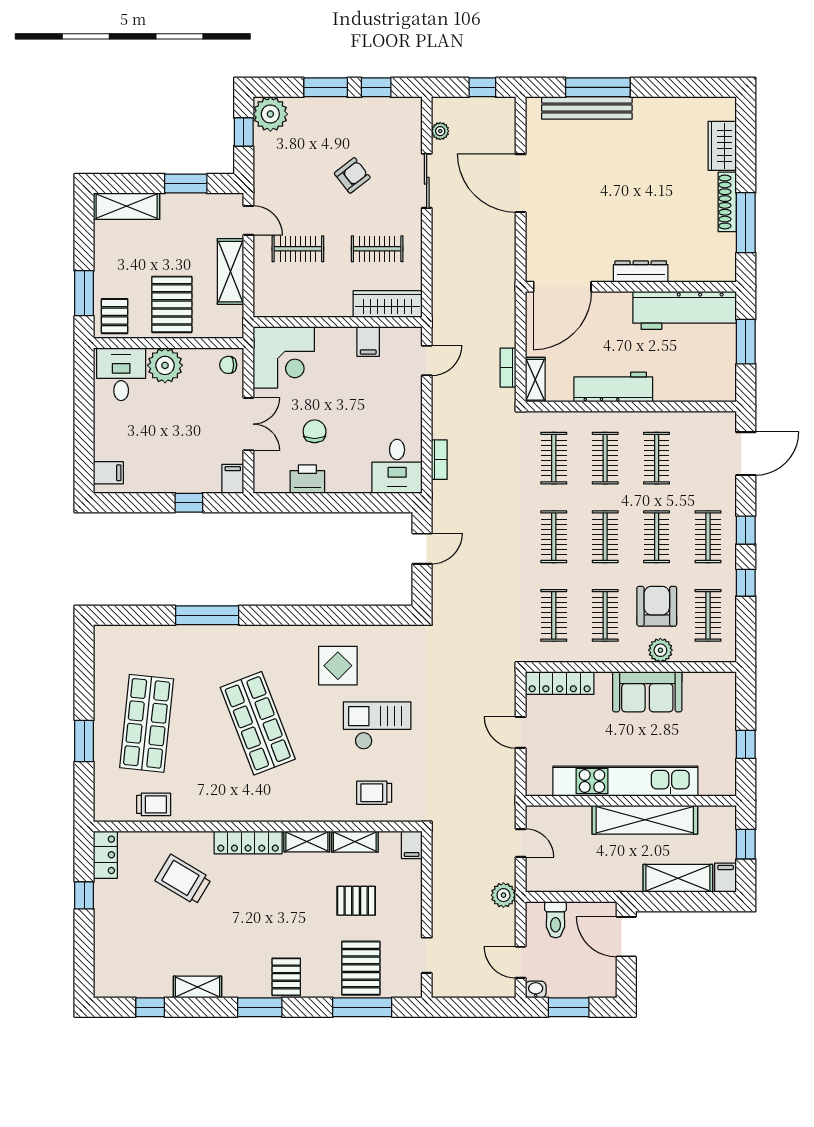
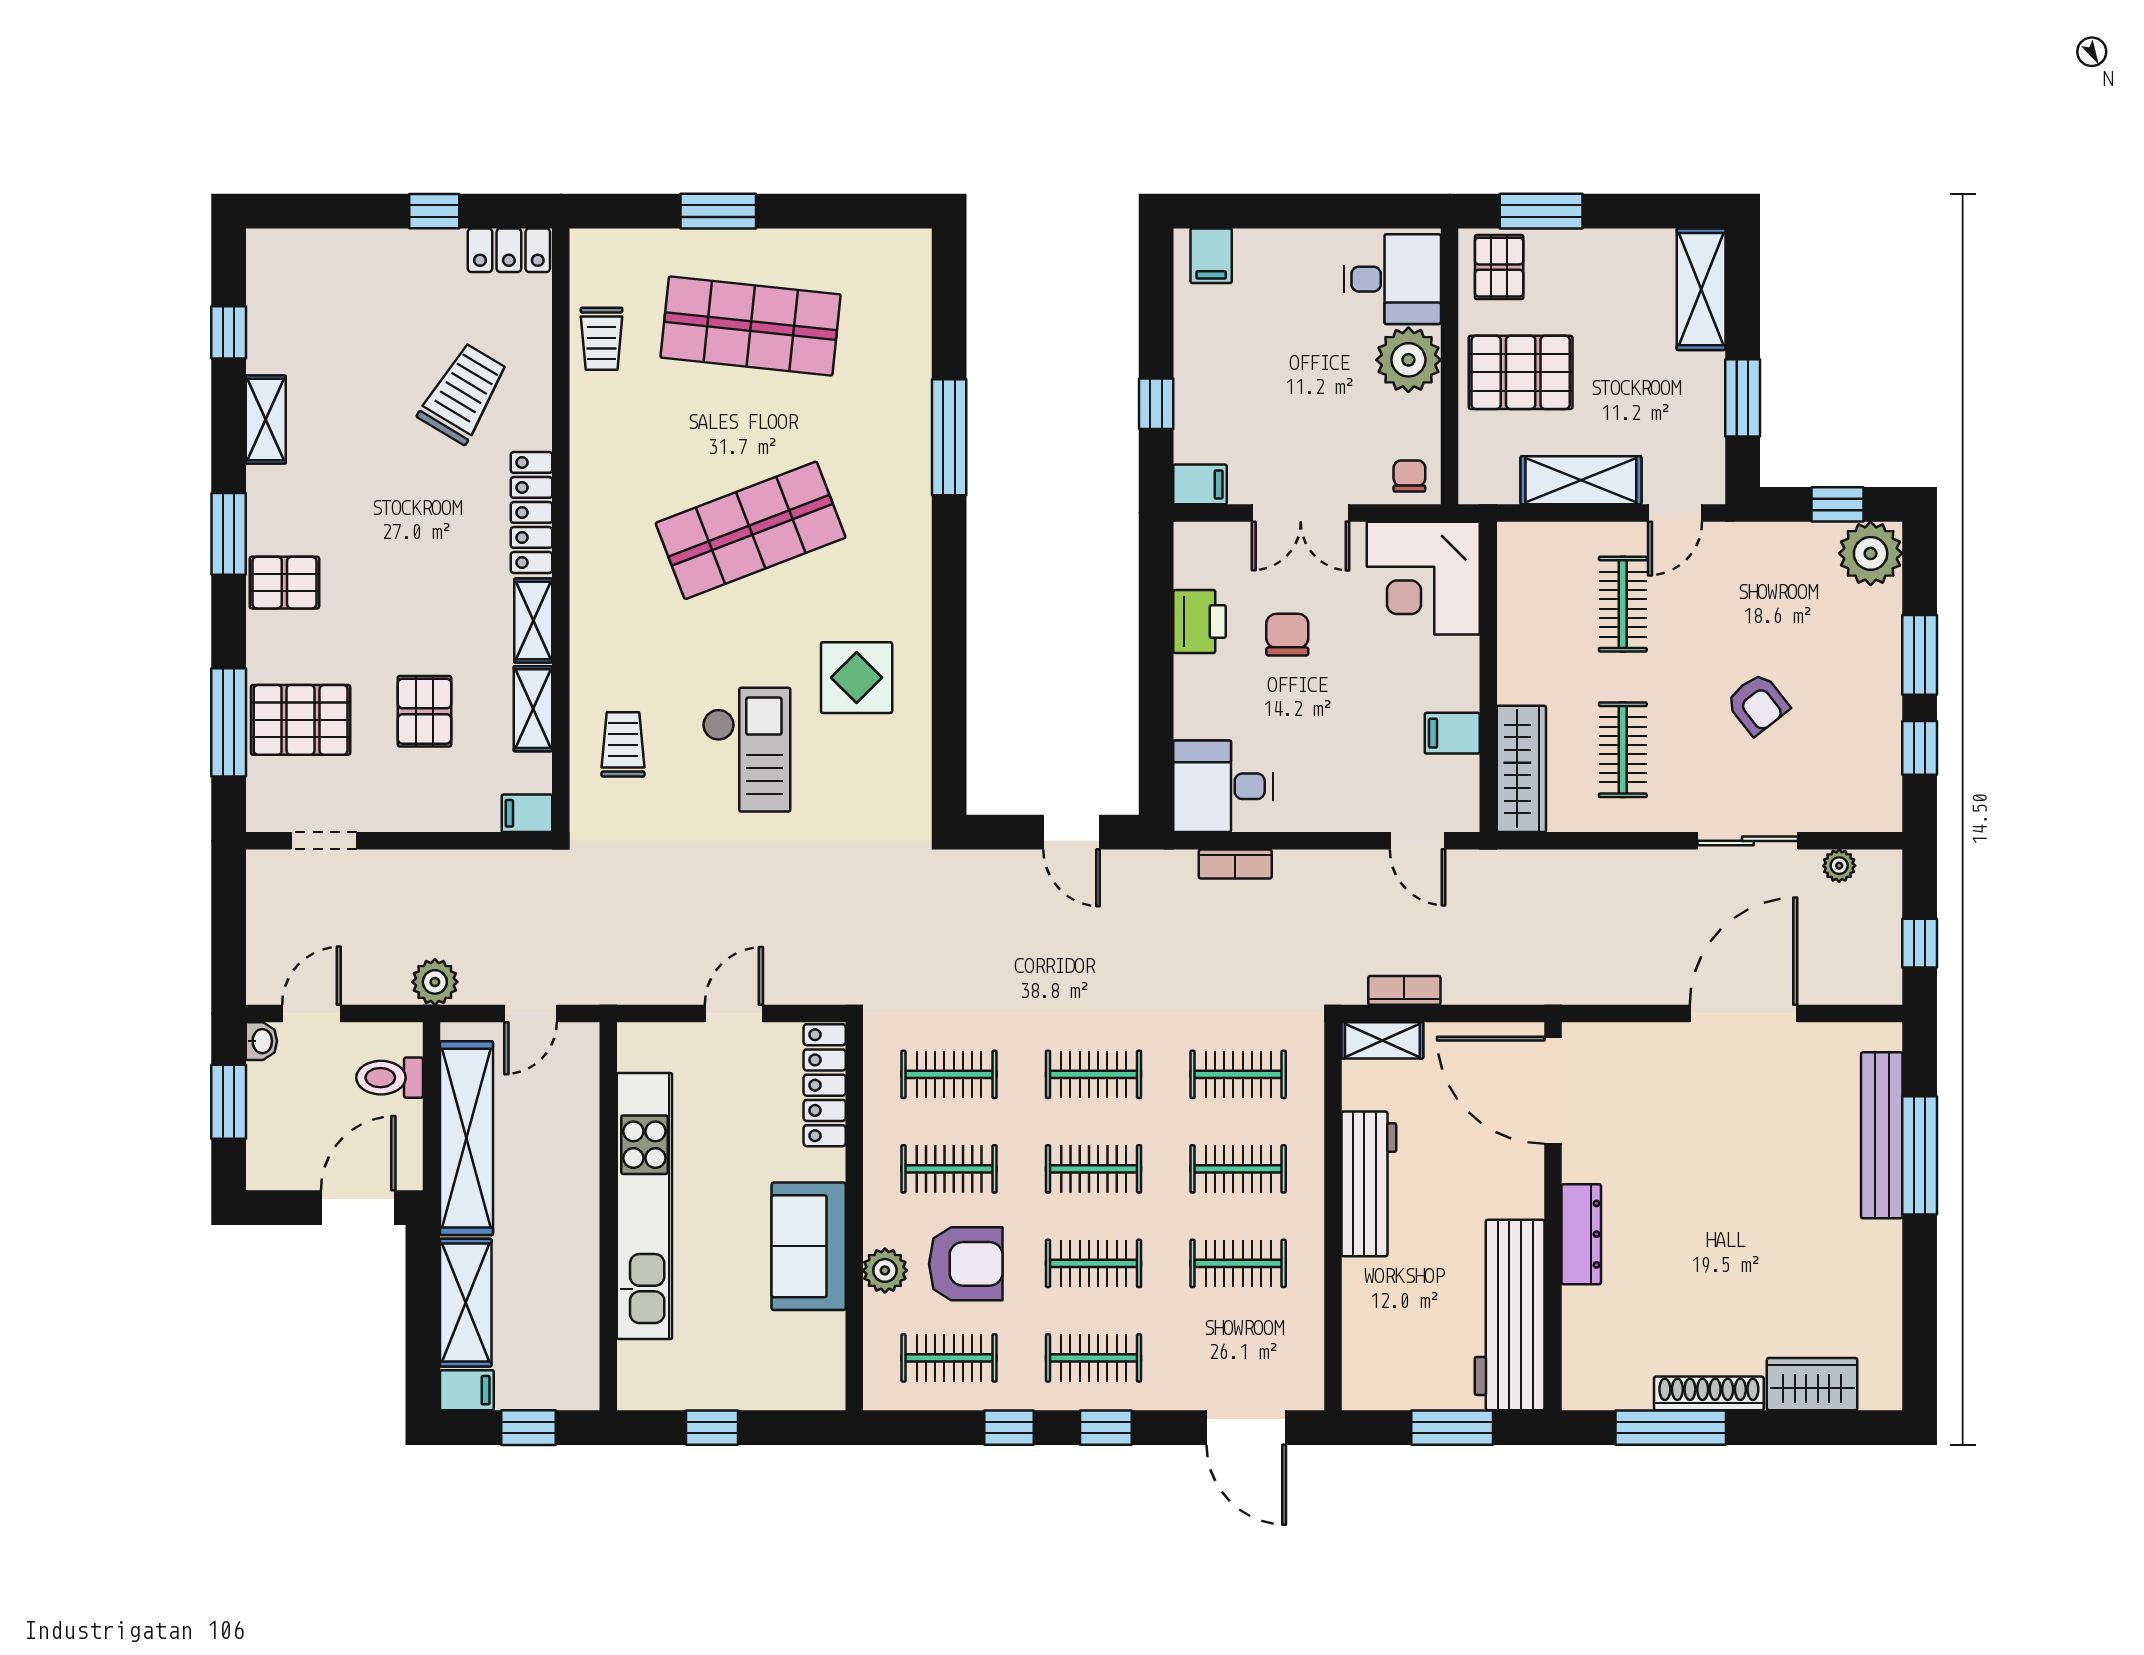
pallet: (115, 316) -> (1499, 267), turned 90
chair: (315, 431) -> (1287, 635), turned -90
shelving: (645, 820) -> (466, 1138), moved

